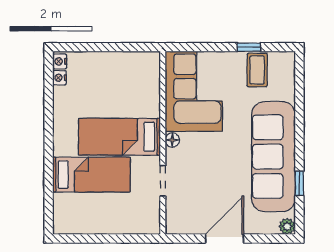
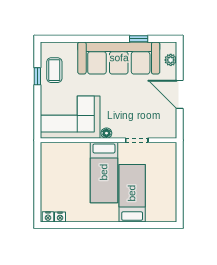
coffee table: (257, 70) -> (54, 70), turned 90
plant: (287, 226) -> (171, 60), moved

